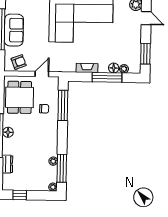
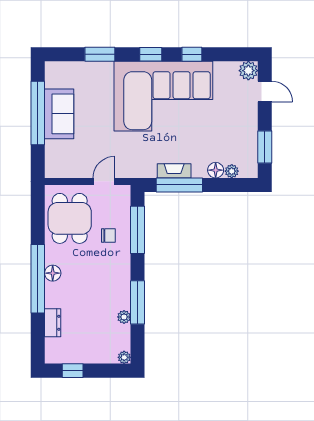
armchair: (19, 62) -> (67, 163), removed
window: (107, 77) -> (179, 185), moved
window: (62, 168) -> (138, 302), moved

